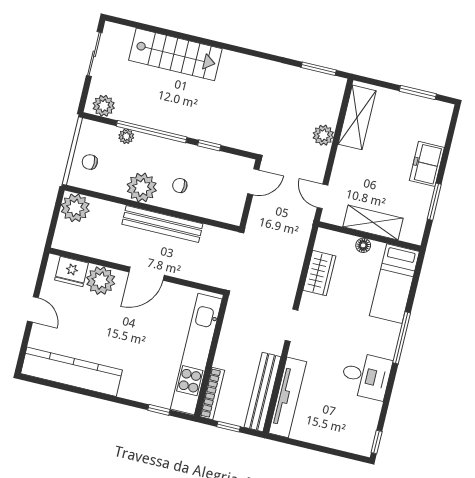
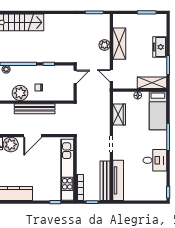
shelving: (357, 117) -> (119, 44), moved
shelving: (373, 223) -> (152, 83), moved

